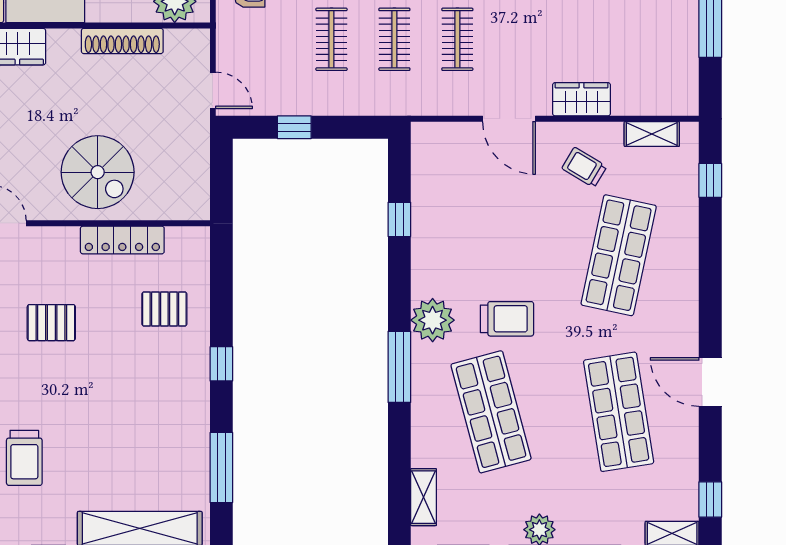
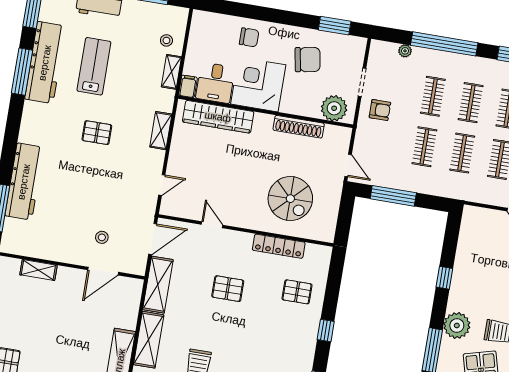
window: (294, 127) -> (393, 196), width x2.17
spiral stairs: (98, 172) -> (290, 199), moved
window: (399, 219) -> (444, 278), moved

